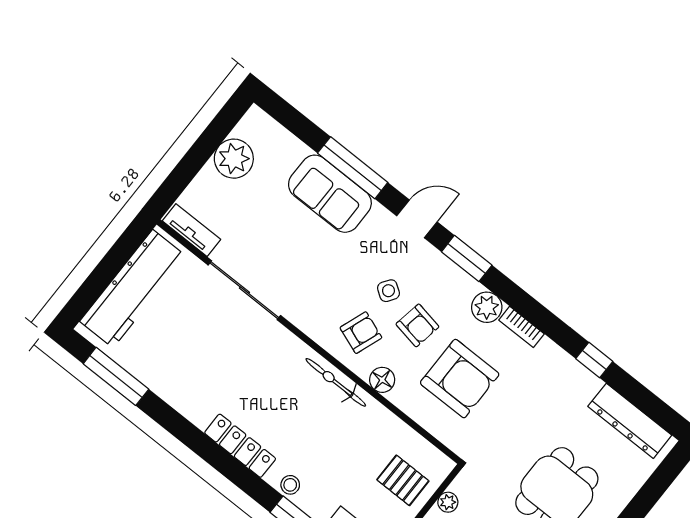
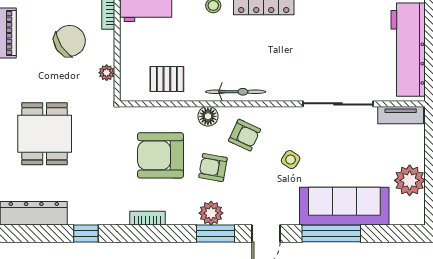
sofa: (330, 194) -> (344, 206), width x1.36
side table: (388, 291) -> (291, 160), moved
plant: (487, 307) -> (211, 213), moved
armchair: (361, 333) -> (245, 135), turned -85
pallet: (403, 480) -> (167, 79), moved

